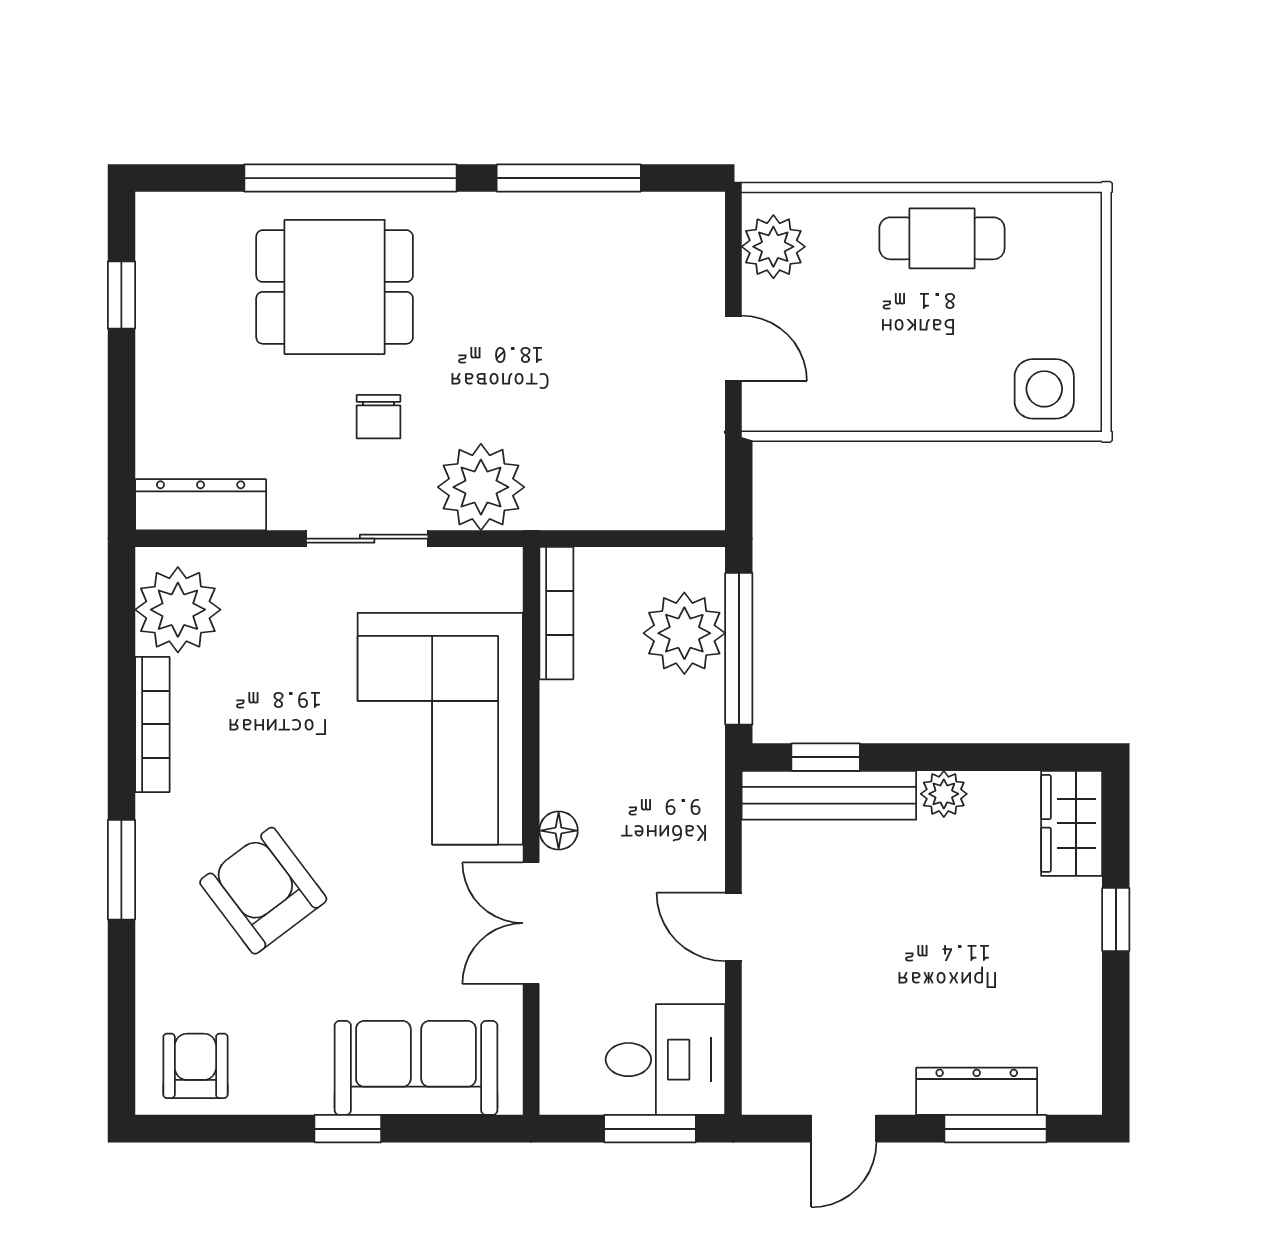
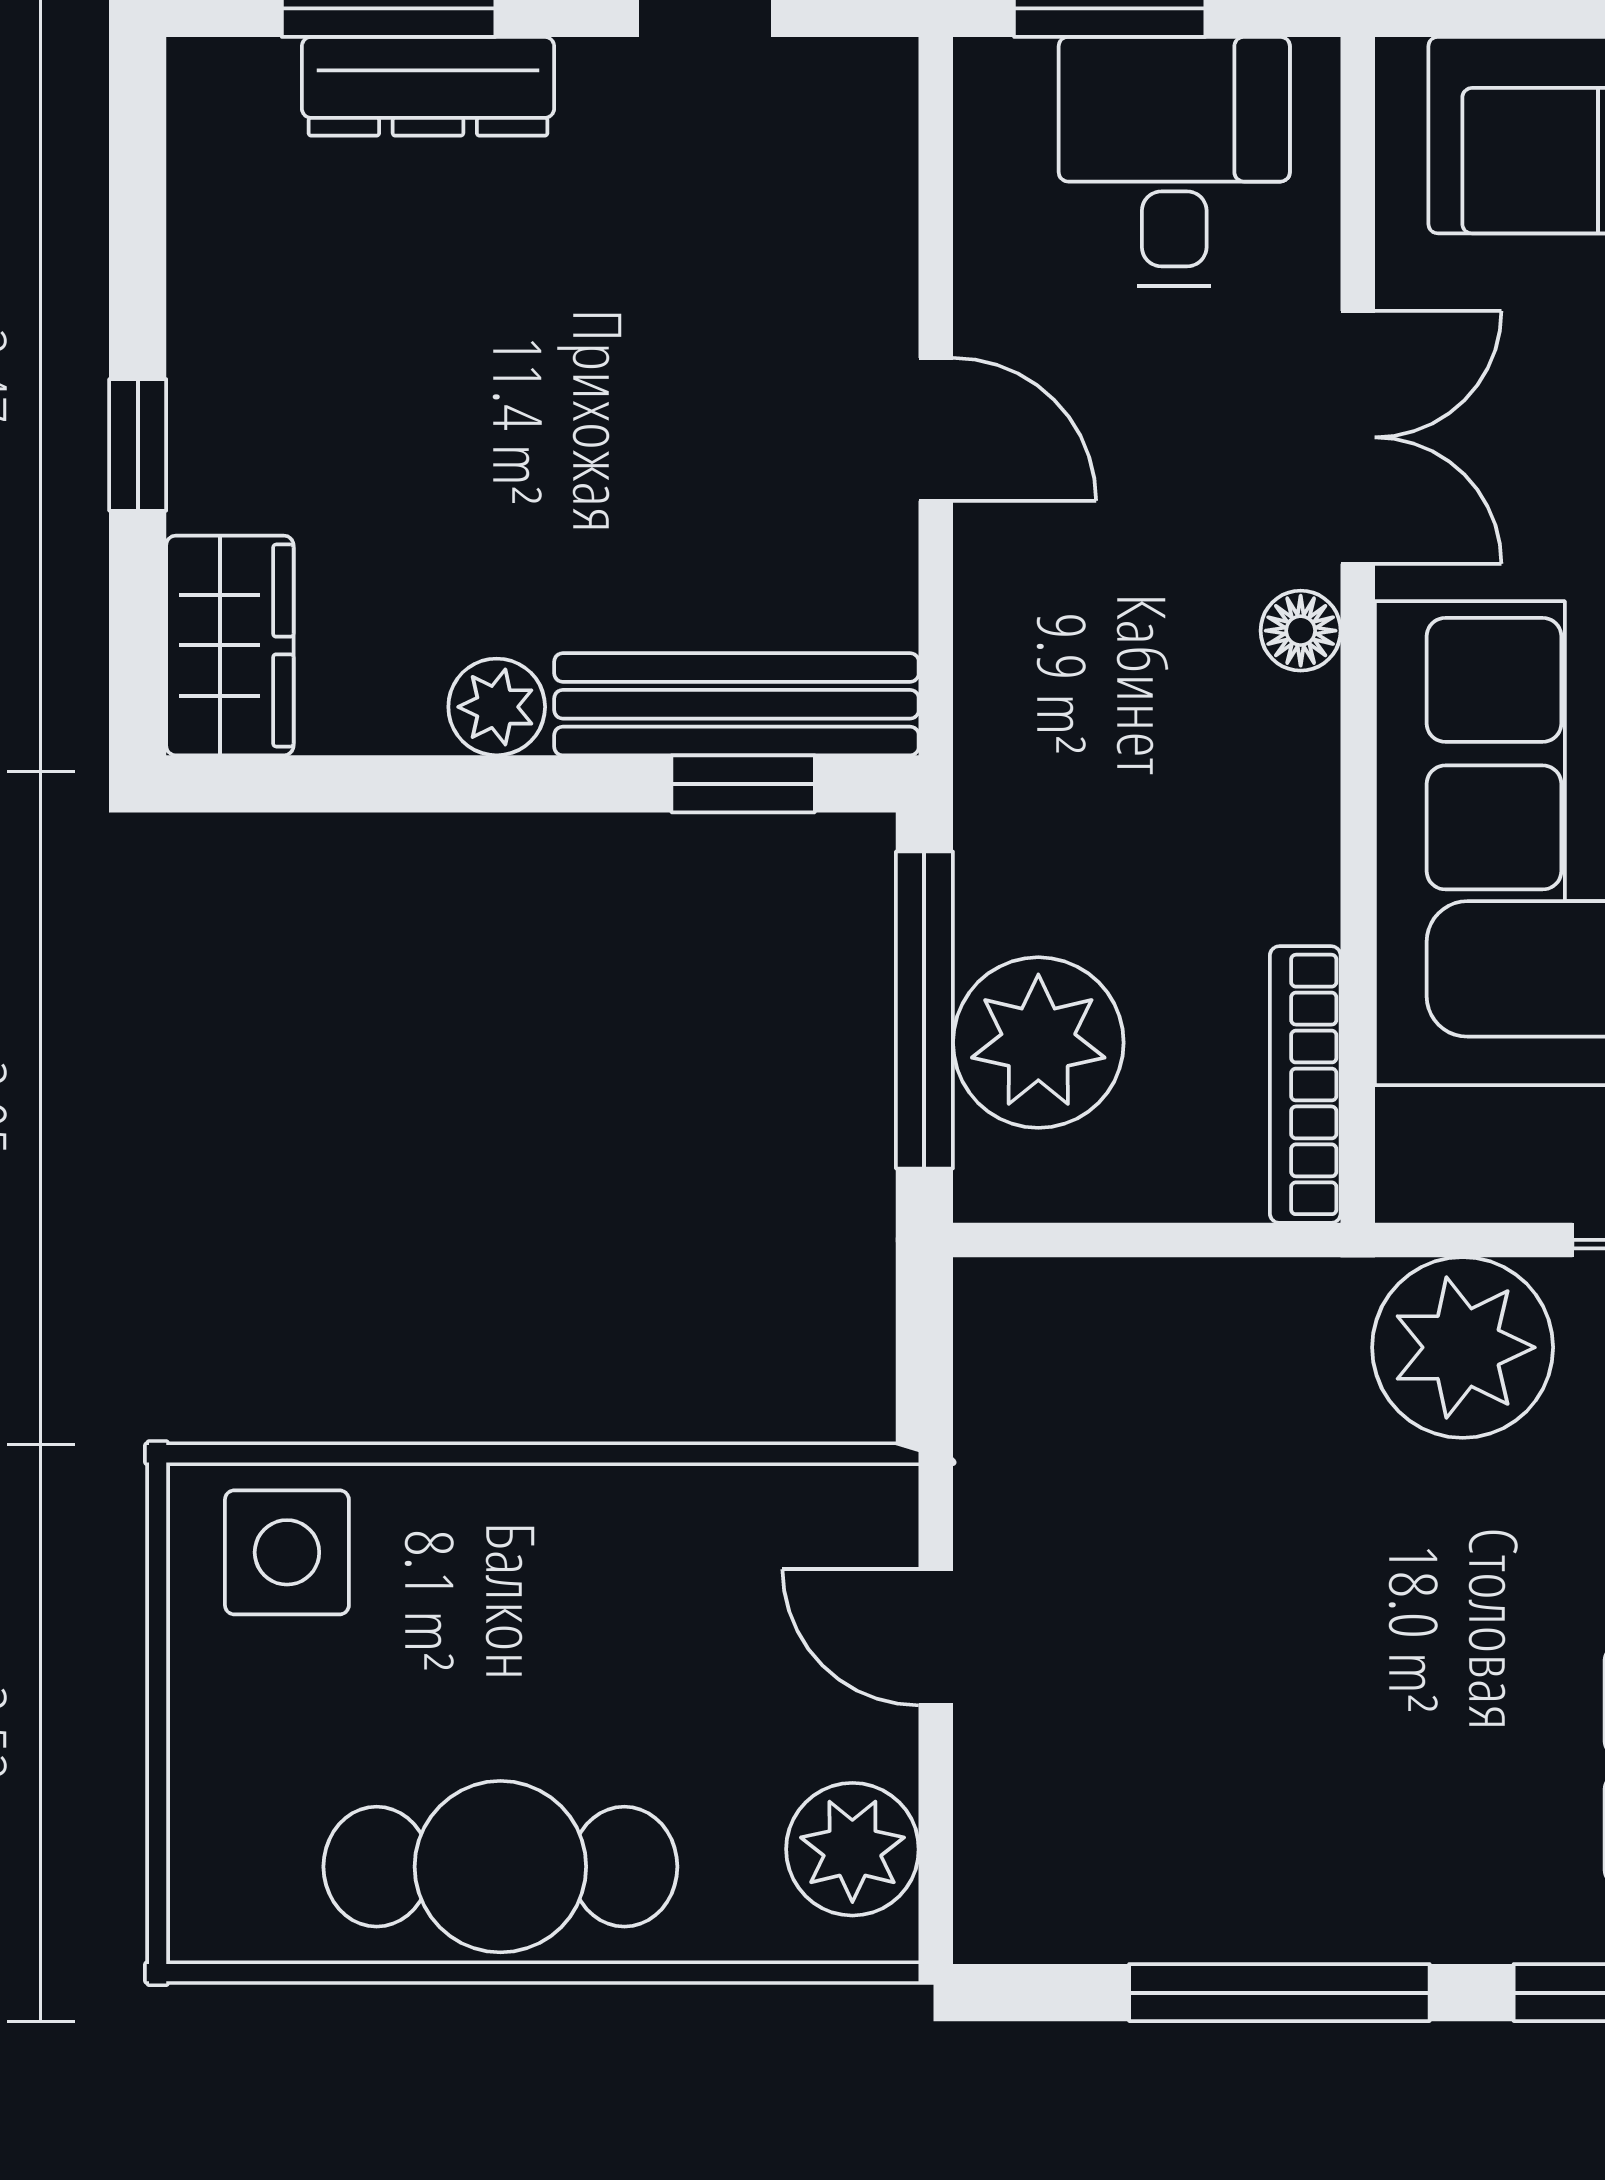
cafe table: (942, 238) -> (500, 1867), width x1.37, depth x1.35
desk: (665, 1060) -> (1174, 162), moved, turned 90

